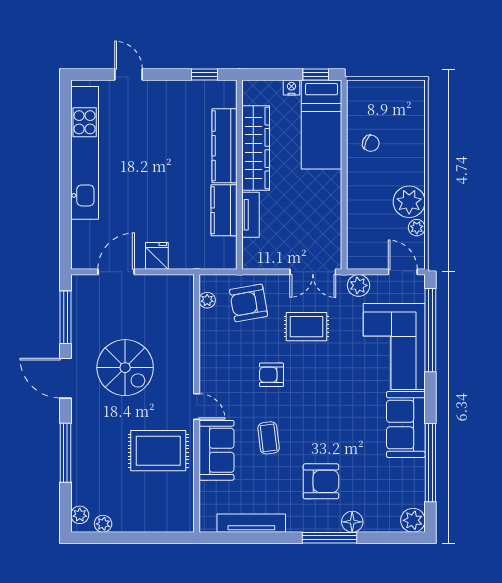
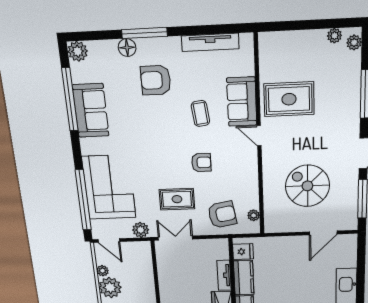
fridge: (157, 256) -> (243, 252), moved, turned -90
spiral stairs: (125, 368) -> (307, 186), moved
sofa: (406, 425) -> (91, 110), moved

